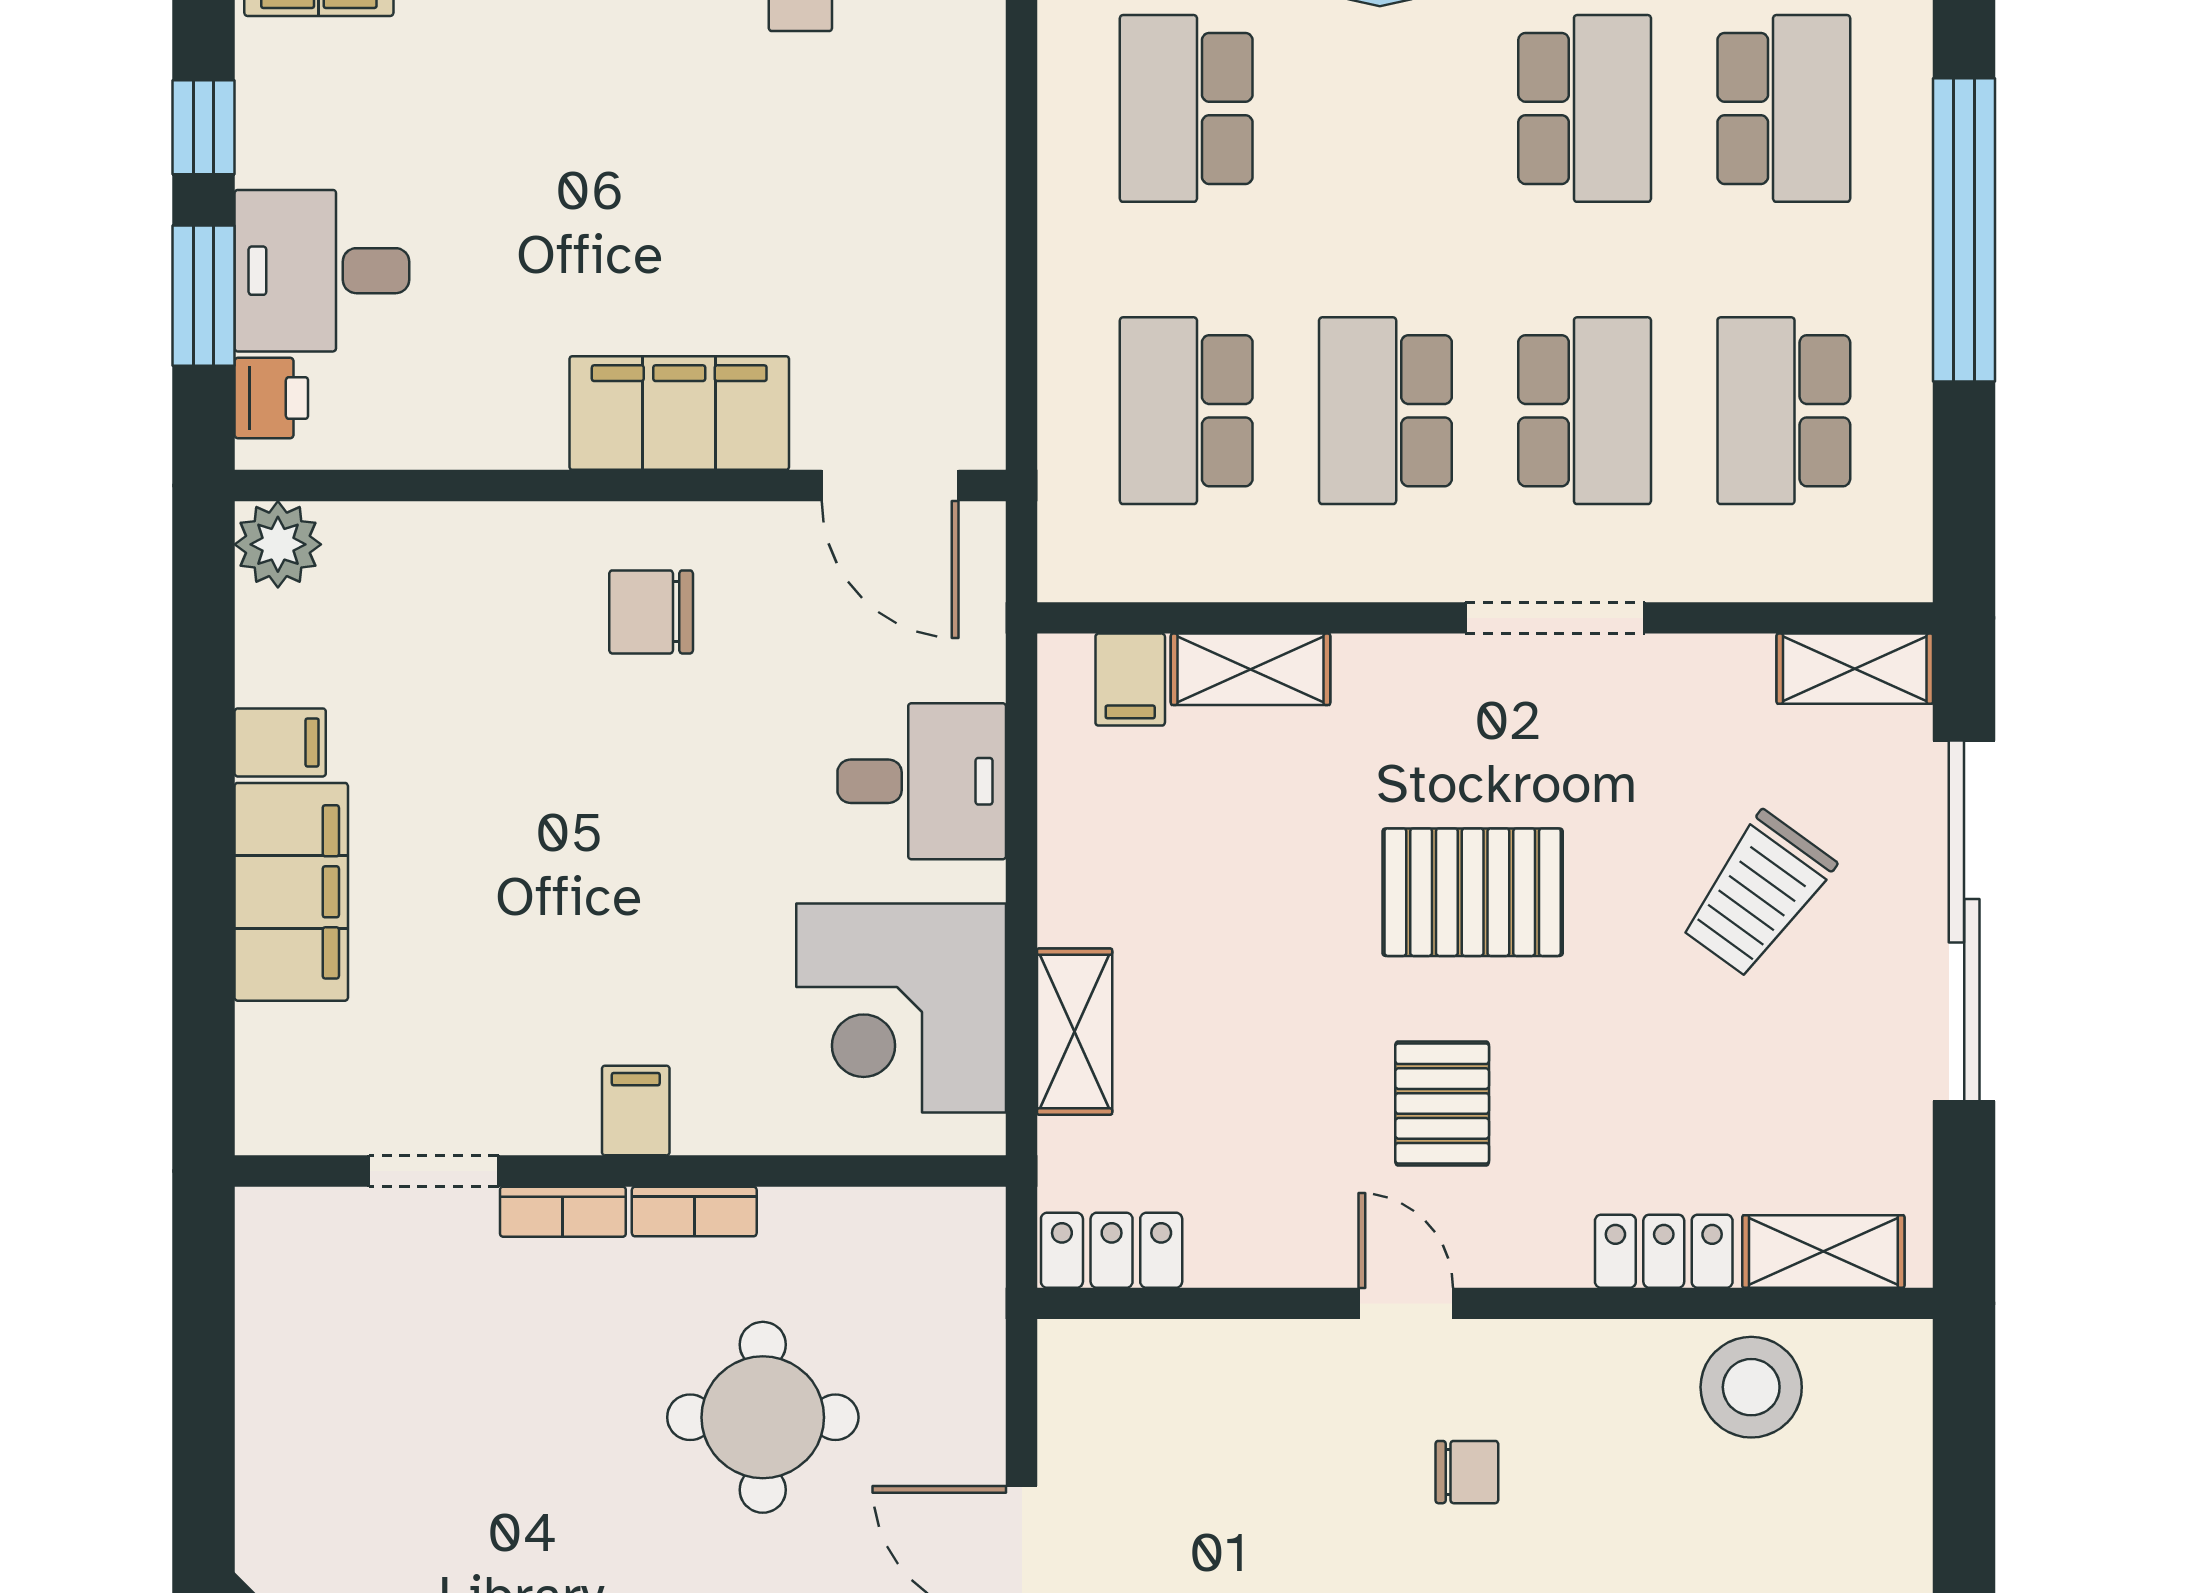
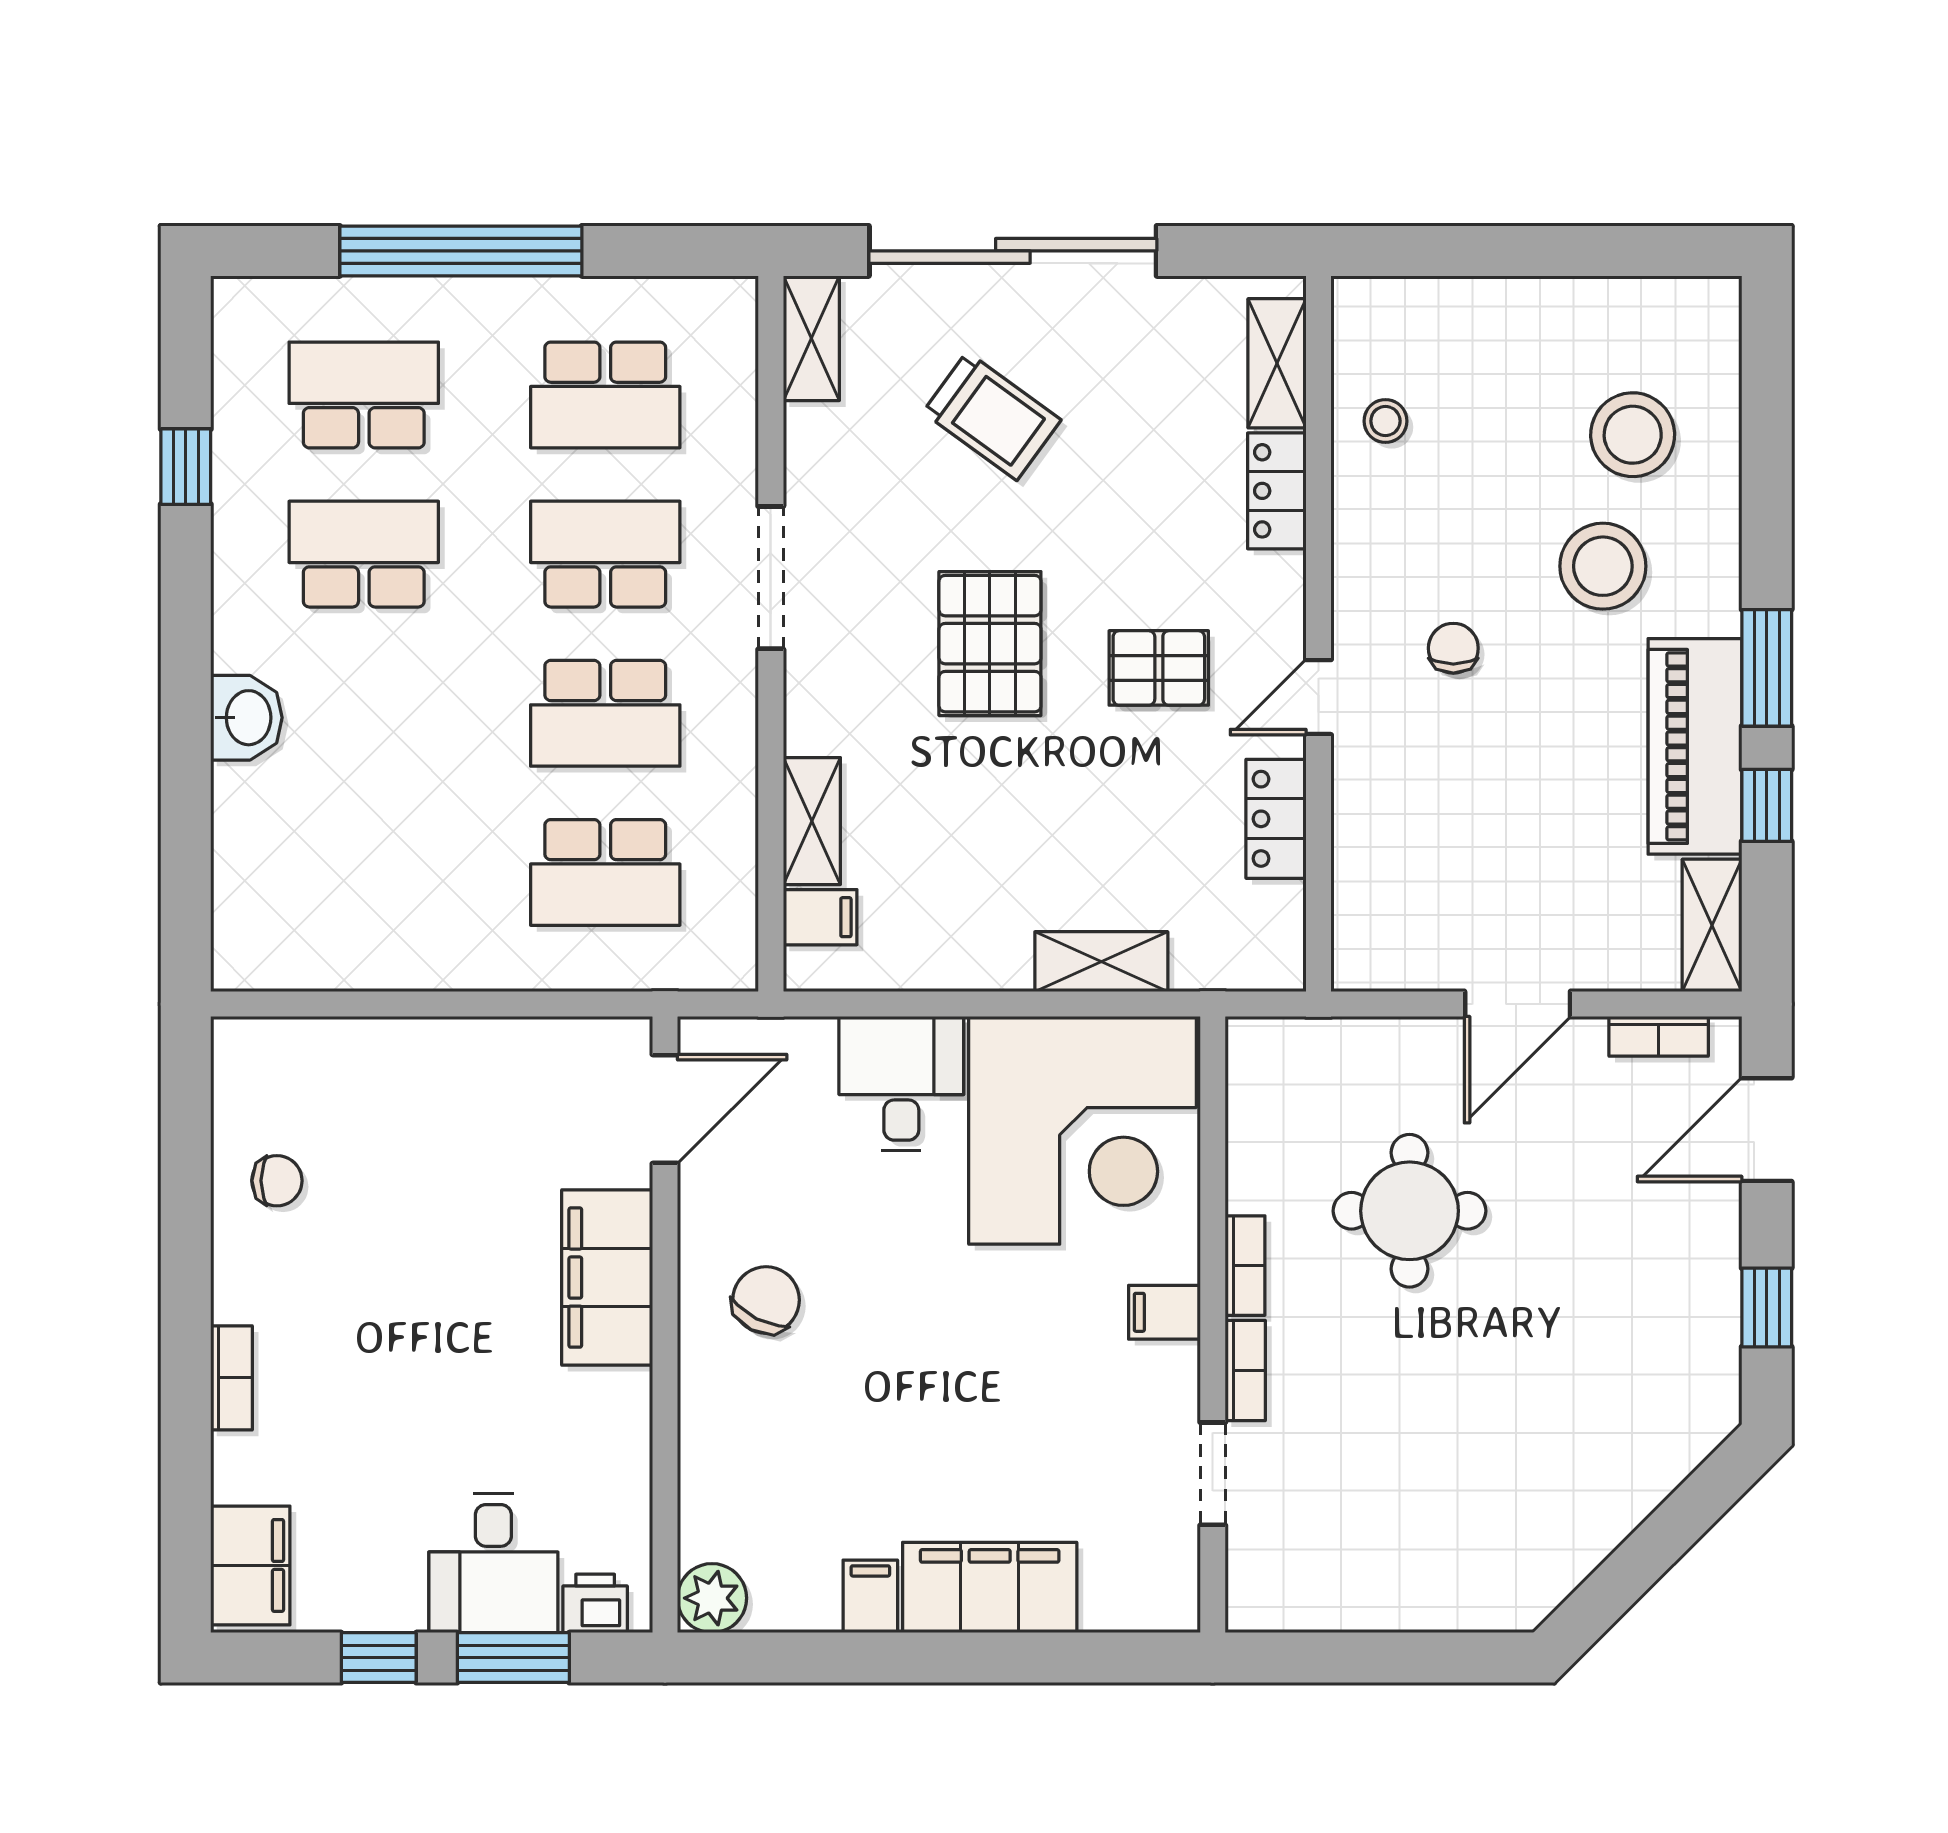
school desk: (1186, 108) -> (364, 872), removed
chair: (651, 612) -> (766, 1300), turned -153
corner desk: (901, 1008) -> (1082, 1130), width x1.36, depth x1.36
locker: (1112, 1250) -> (1276, 819), moved
stool: (1751, 1387) -> (1385, 421), width x0.53, depth x0.53

